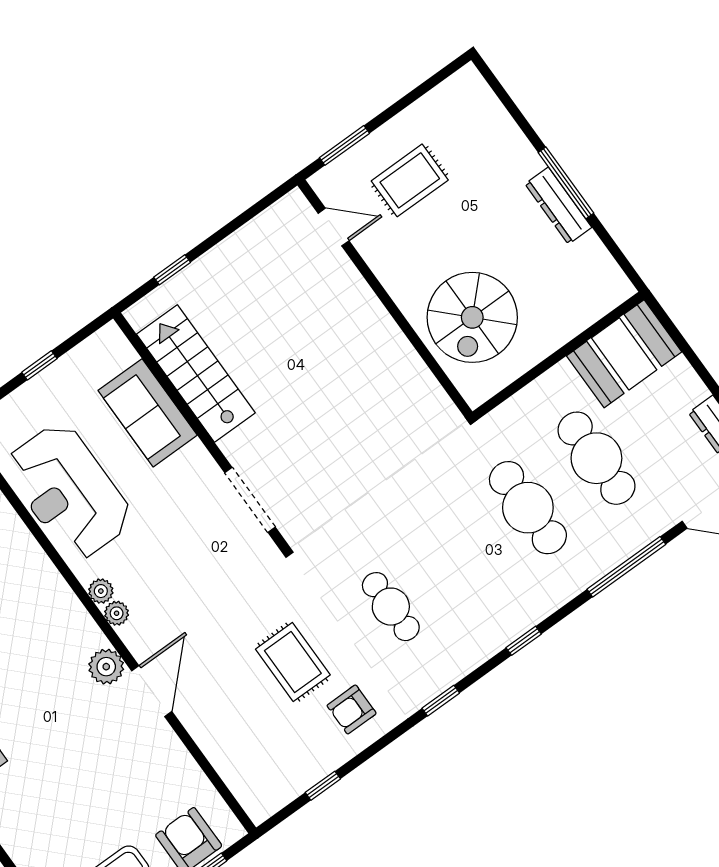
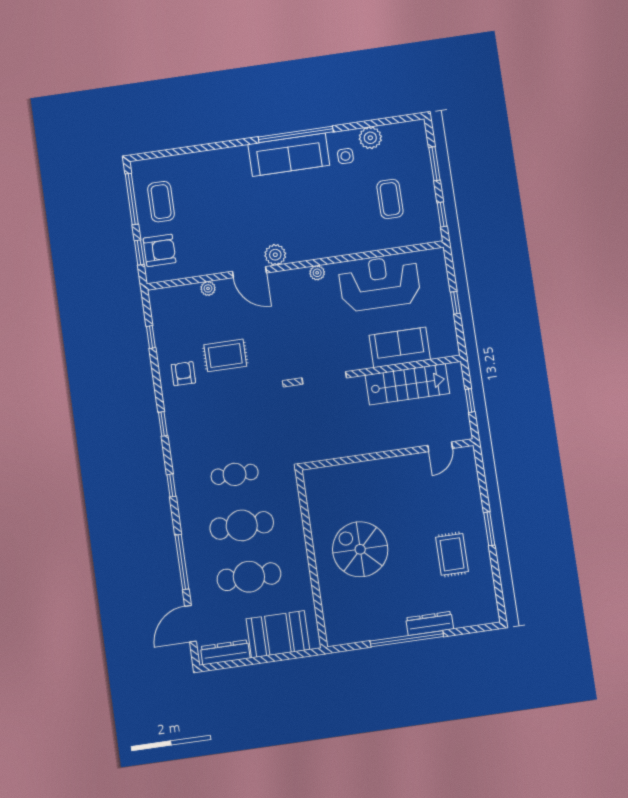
window: (566, 183) -> (407, 639), width x1.46
dresser: (558, 206) -> (430, 623), moved
door: (334, 227) -> (440, 447), moved
wall: (385, 298) -> (387, 454), moved
booth: (624, 354) -> (278, 634), moved, turned 90
cafe table: (391, 607) -> (235, 474), moved
plant: (117, 613) -> (208, 288), moved

